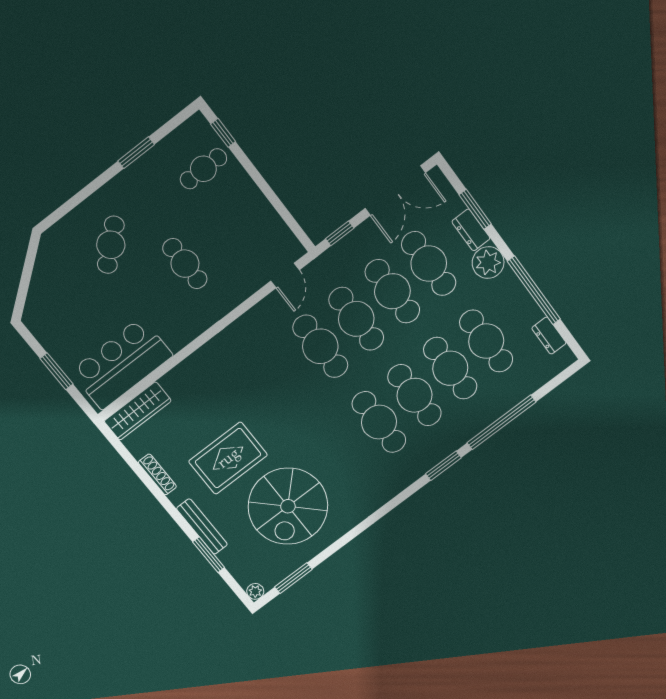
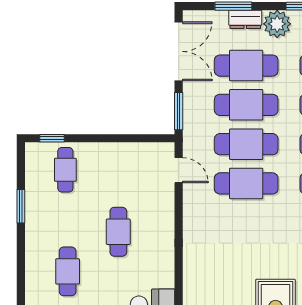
window: (340, 233) -> (179, 111), width x1.50
cafe table: (111, 245) -> (68, 271), turned 41
cafe table: (185, 264) -> (118, 232), turned 90

